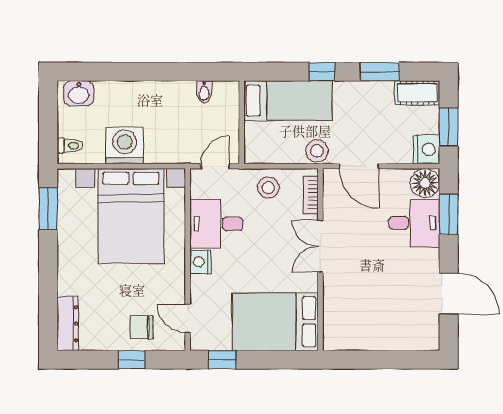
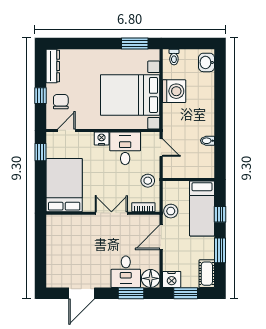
bed: (288, 101) -> (202, 208), moved
wall: (242, 122) -> (188, 180), moved
dresser: (68, 324) -> (53, 66), moved, turned -90

